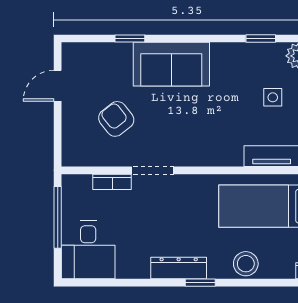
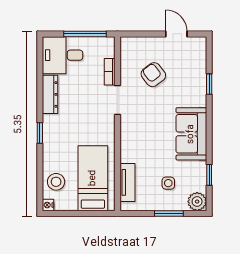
sofa: (171, 64) -> (191, 134), moved
armchair: (116, 119) -> (153, 75), turned -90
stool: (246, 264) -> (56, 182), moved
dresser: (179, 268) -> (50, 94), moved

